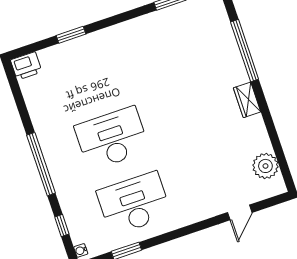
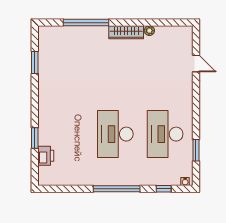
printer: (26, 66) -> (46, 156), moved
wardrobe: (247, 100) -> (126, 32), width x1.50
plant: (265, 166) -> (149, 31), moved, width x0.53, depth x0.53

